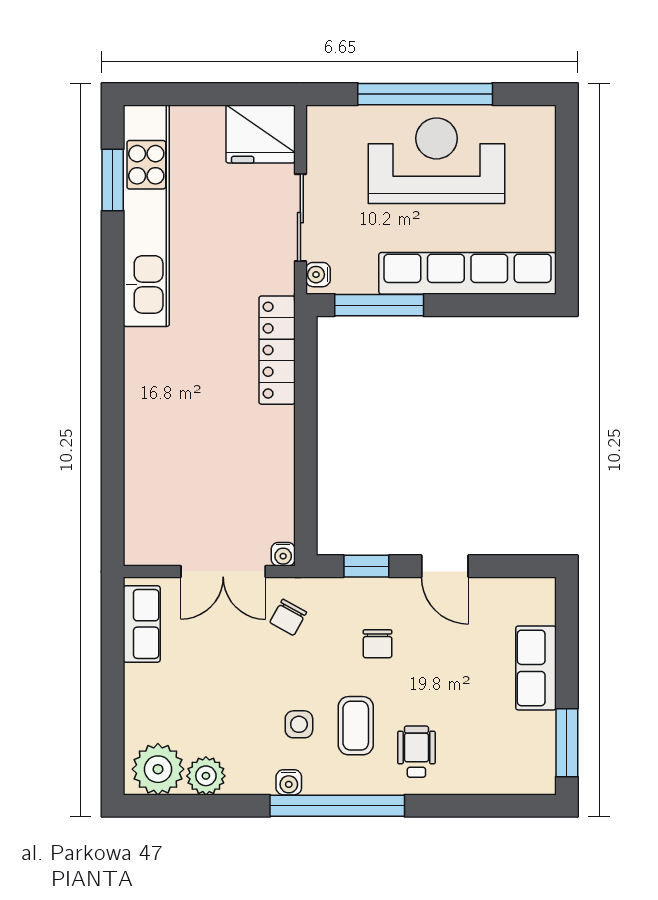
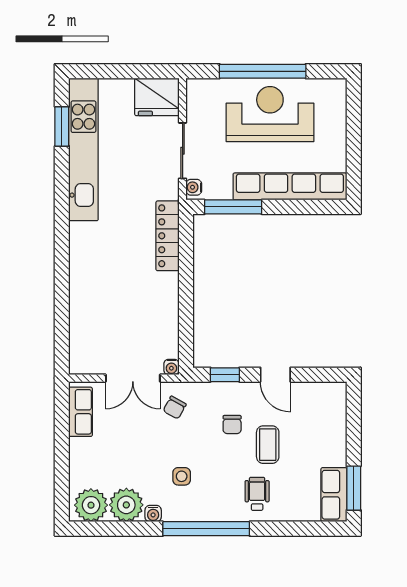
row of seats: (536, 668) -> (334, 495), moved
coffee table: (356, 726) -> (268, 445), moved
plant: (206, 776) -> (126, 505), width x1.36, depth x1.36
water cooler: (289, 782) -> (153, 514), moved

